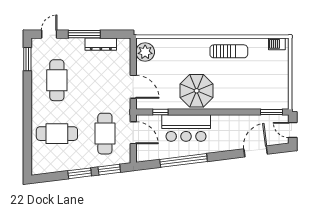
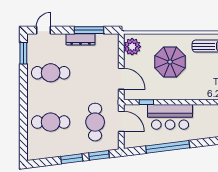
window: (84, 34) -> (89, 30), moved
dresser: (101, 44) -> (80, 39), moved
cafe table: (57, 80) -> (51, 73), turned 90
parasol: (197, 91) -> (170, 62), moved

